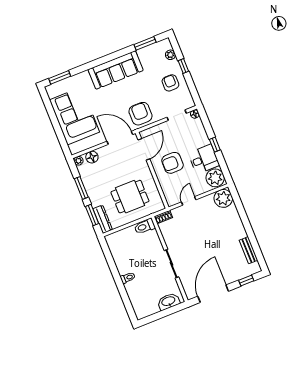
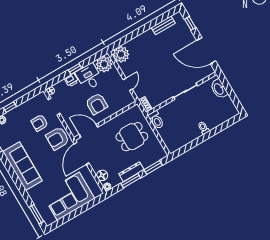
armchair: (170, 83) -> (40, 123), moved
printer: (203, 139) -> (71, 80), added
dining table: (130, 197) -> (132, 137), turned 90
door: (189, 201) -> (128, 84), swing flipped
dresser: (103, 219) -> (131, 172), moved

